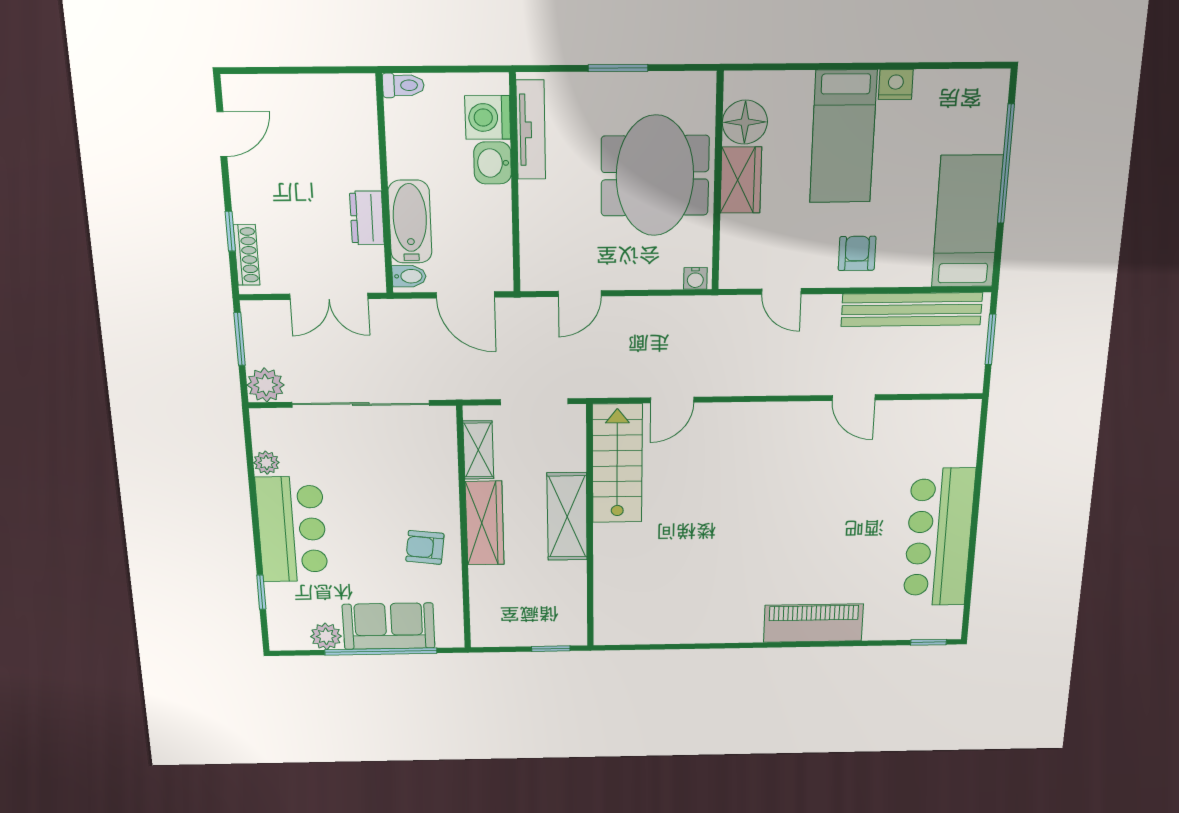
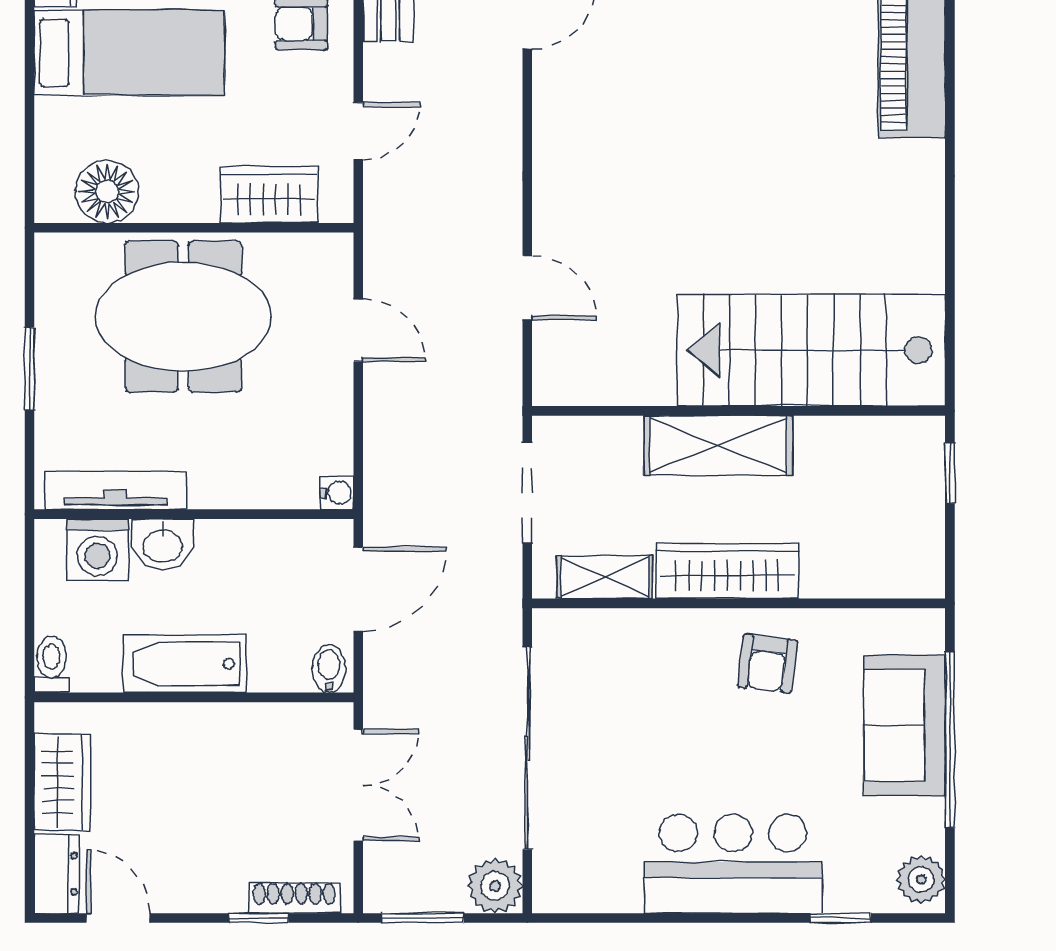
wardrobe: (318, 94) -> (62, 782), added
wardrobe: (741, 180) -> (269, 195), moved
dresser: (367, 218) -> (57, 874), moved, turned -90
bathtub: (410, 222) -> (185, 664), moved
water cooler: (695, 278) -> (337, 493), moved
door: (580, 294) -> (358, 330), moved
plant: (266, 463) -> (621, 894), removed
stairs: (617, 464) -> (811, 350), moved, width x1.36, depth x1.51
plant: (326, 636) -> (921, 880), moved

